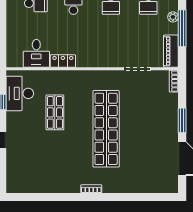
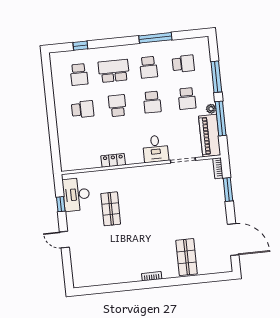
piano: (171, 51) -> (210, 136), width x1.37, depth x1.33
desk: (36, 53) -> (155, 149), moved
window: (182, 120) -> (228, 190), moved
shop shelf: (106, 129) -> (187, 257), moved, width x0.50, depth x0.74

